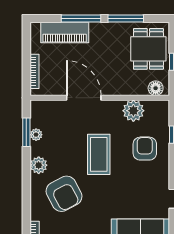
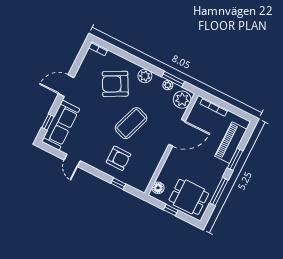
window: (81, 19) -> (235, 159), width x0.69
plant: (133, 111) -> (182, 100), moved
coffee table: (99, 154) -> (131, 123), turned -71

